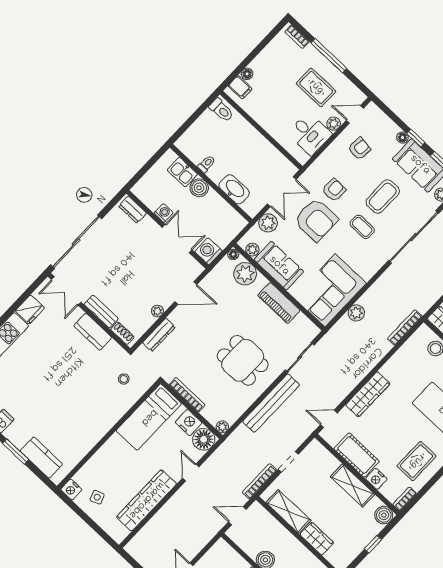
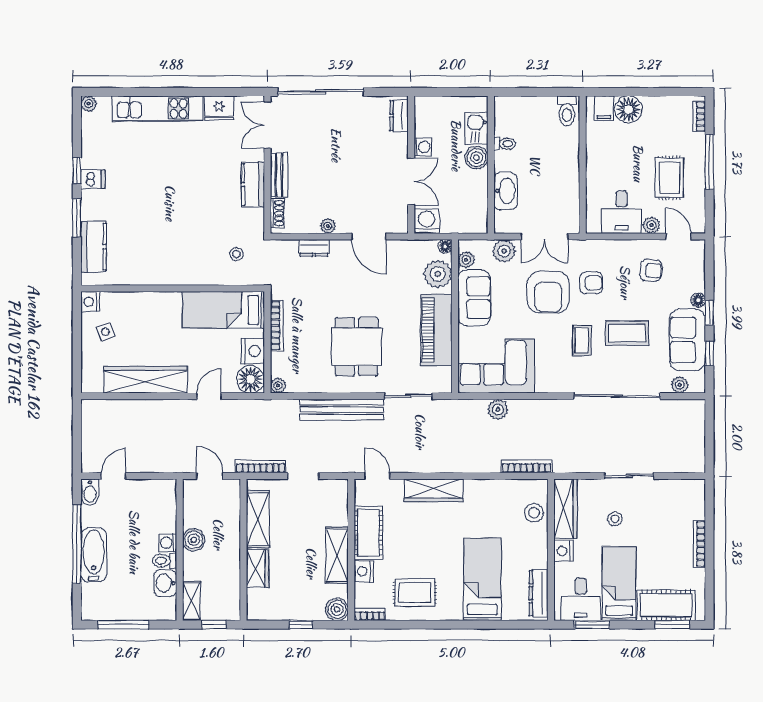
floor lamp: (247, 74) -> (628, 109), width x1.89, depth x1.89
piano: (279, 303) -> (436, 330), width x1.37, depth x1.33
dresser: (159, 335) -> (314, 248), width x0.70

